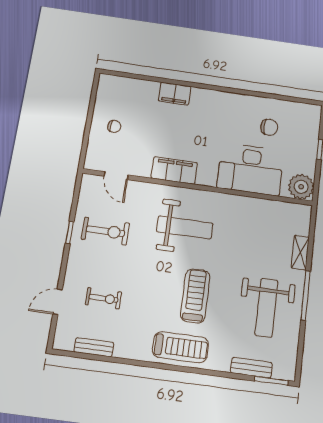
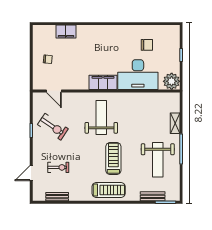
filing cabinet: (175, 94) -> (66, 32), moved
filing cabinet: (174, 170) -> (103, 82), moved
weight bench: (185, 227) -> (101, 118), turned -90
exercise bike: (105, 231) -> (53, 127), turned 34

